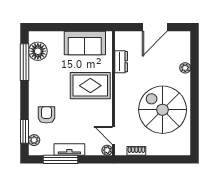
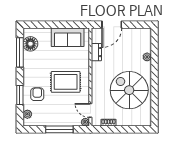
door: (155, 27) -> (112, 25), moved
rug: (90, 86) -> (66, 82), moved
window: (25, 131) -> (20, 95), moved
tv unit: (69, 150) -> (55, 122), removed
window: (61, 159) -> (59, 129), moved

